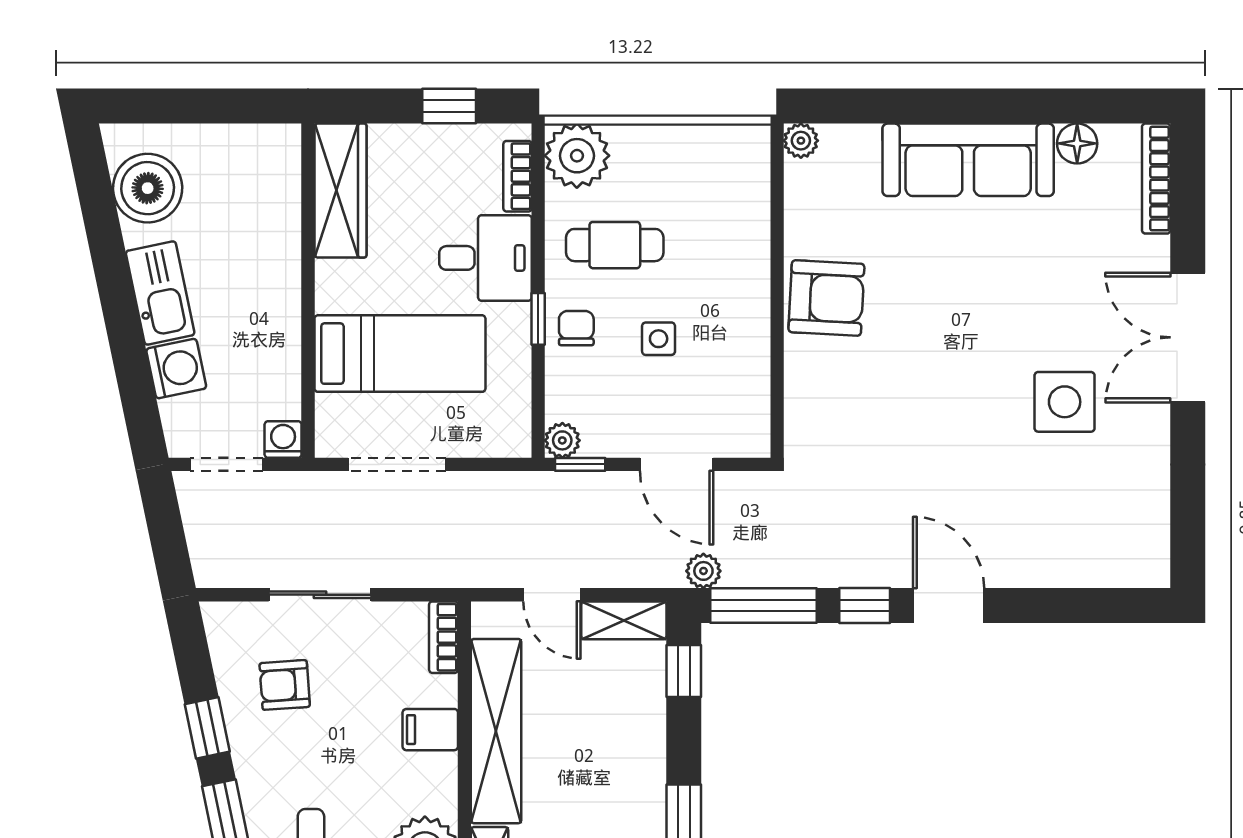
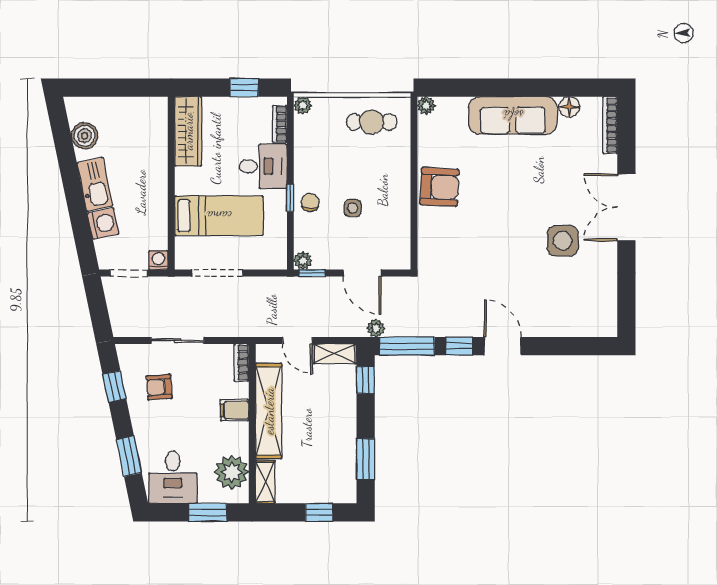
plant: (577, 156) -> (303, 106), width x0.53, depth x0.53
boiler: (148, 188) -> (85, 136), width x0.73, depth x0.73
cafe table: (615, 245) -> (372, 122), moved
window: (207, 728) -> (114, 387), moved

